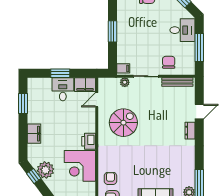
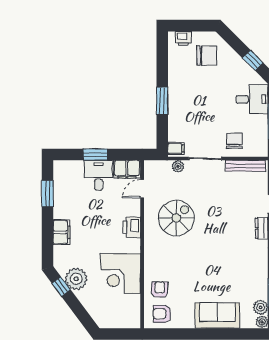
printer: (89, 141) -> (132, 227), moved

